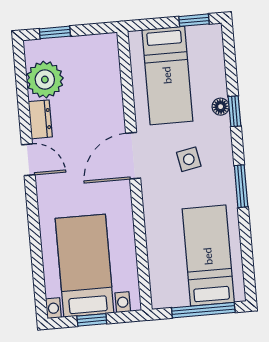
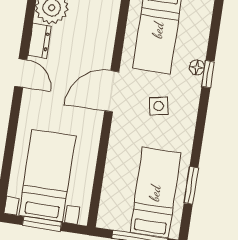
window: (241, 186) -> (191, 185), moved
window: (92, 320) -> (42, 224), width x1.50

